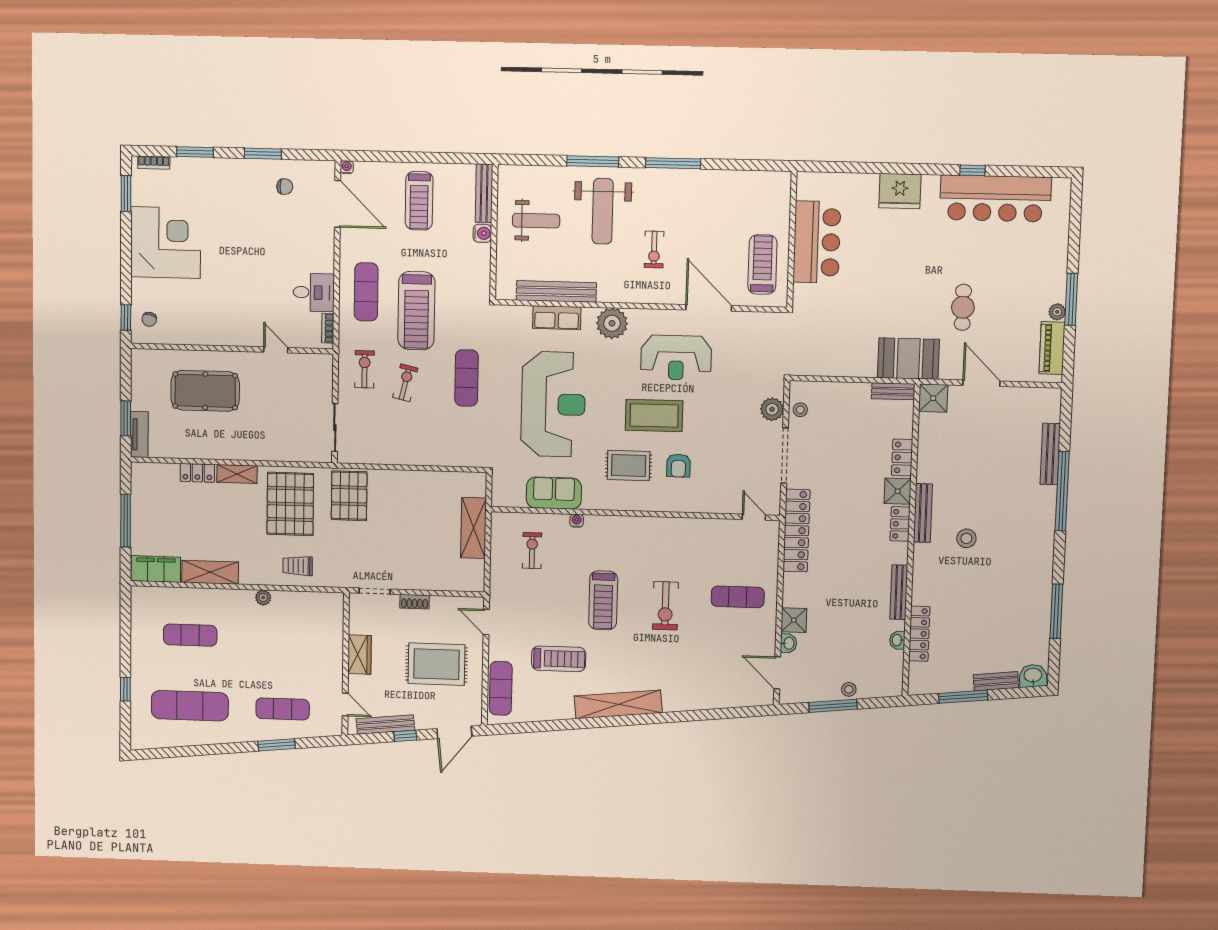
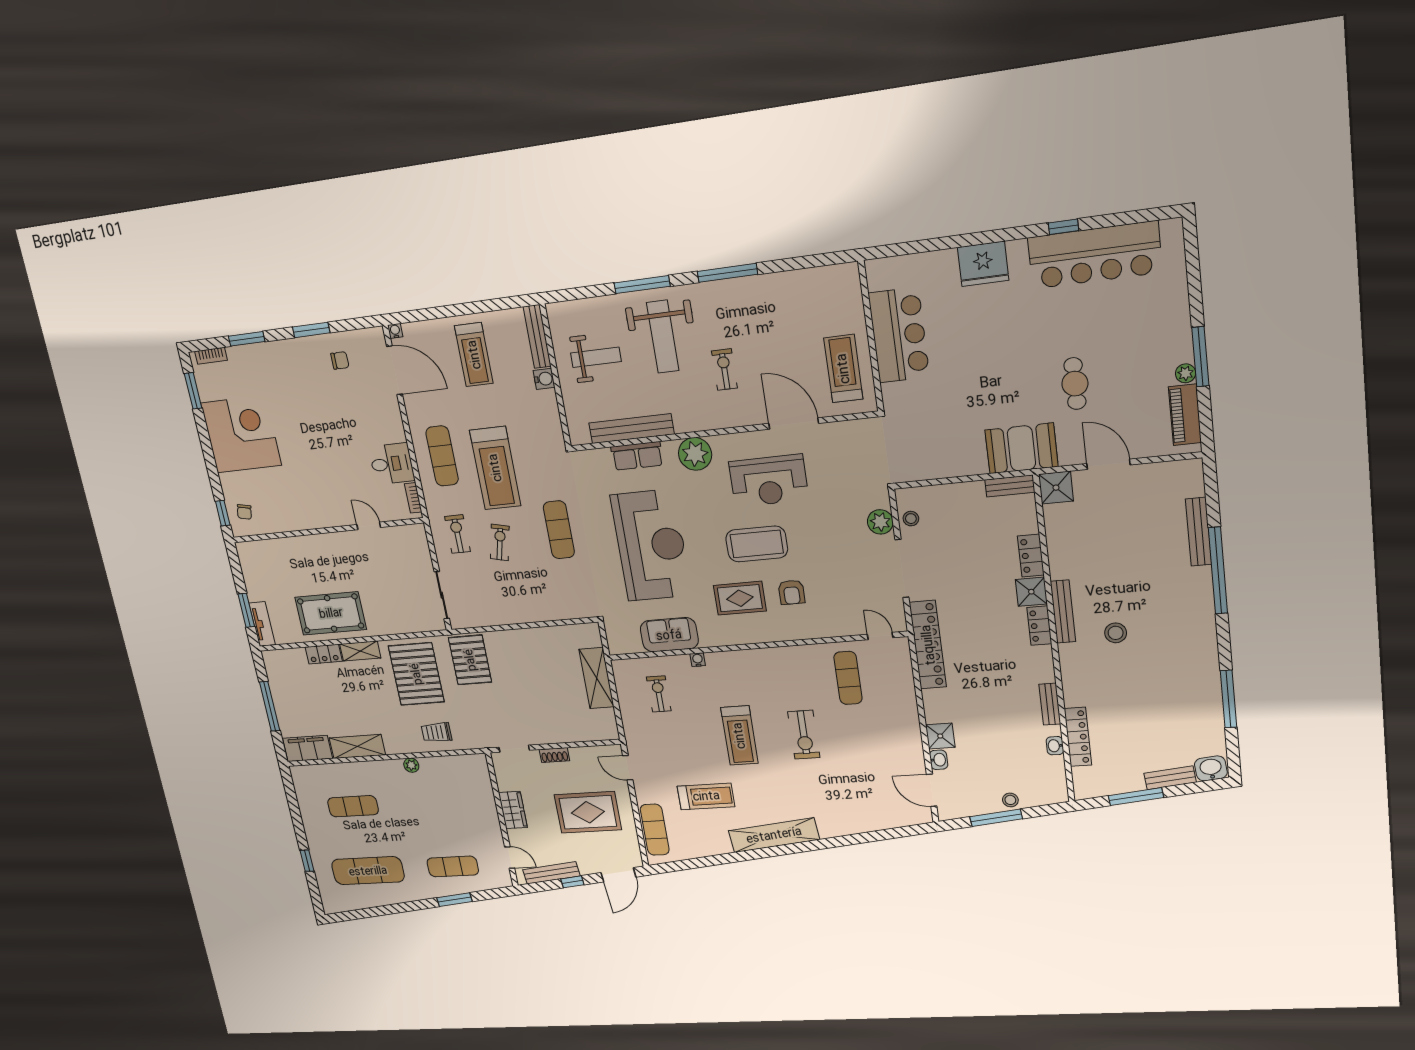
exercise bike: (654, 250) -> (724, 370), turned 180
pool table: (205, 391) -> (331, 613), moved
bench: (899, 592) -> (1050, 704), width x0.73
exercise mat: (738, 597) -> (848, 678), moved, turned 90

